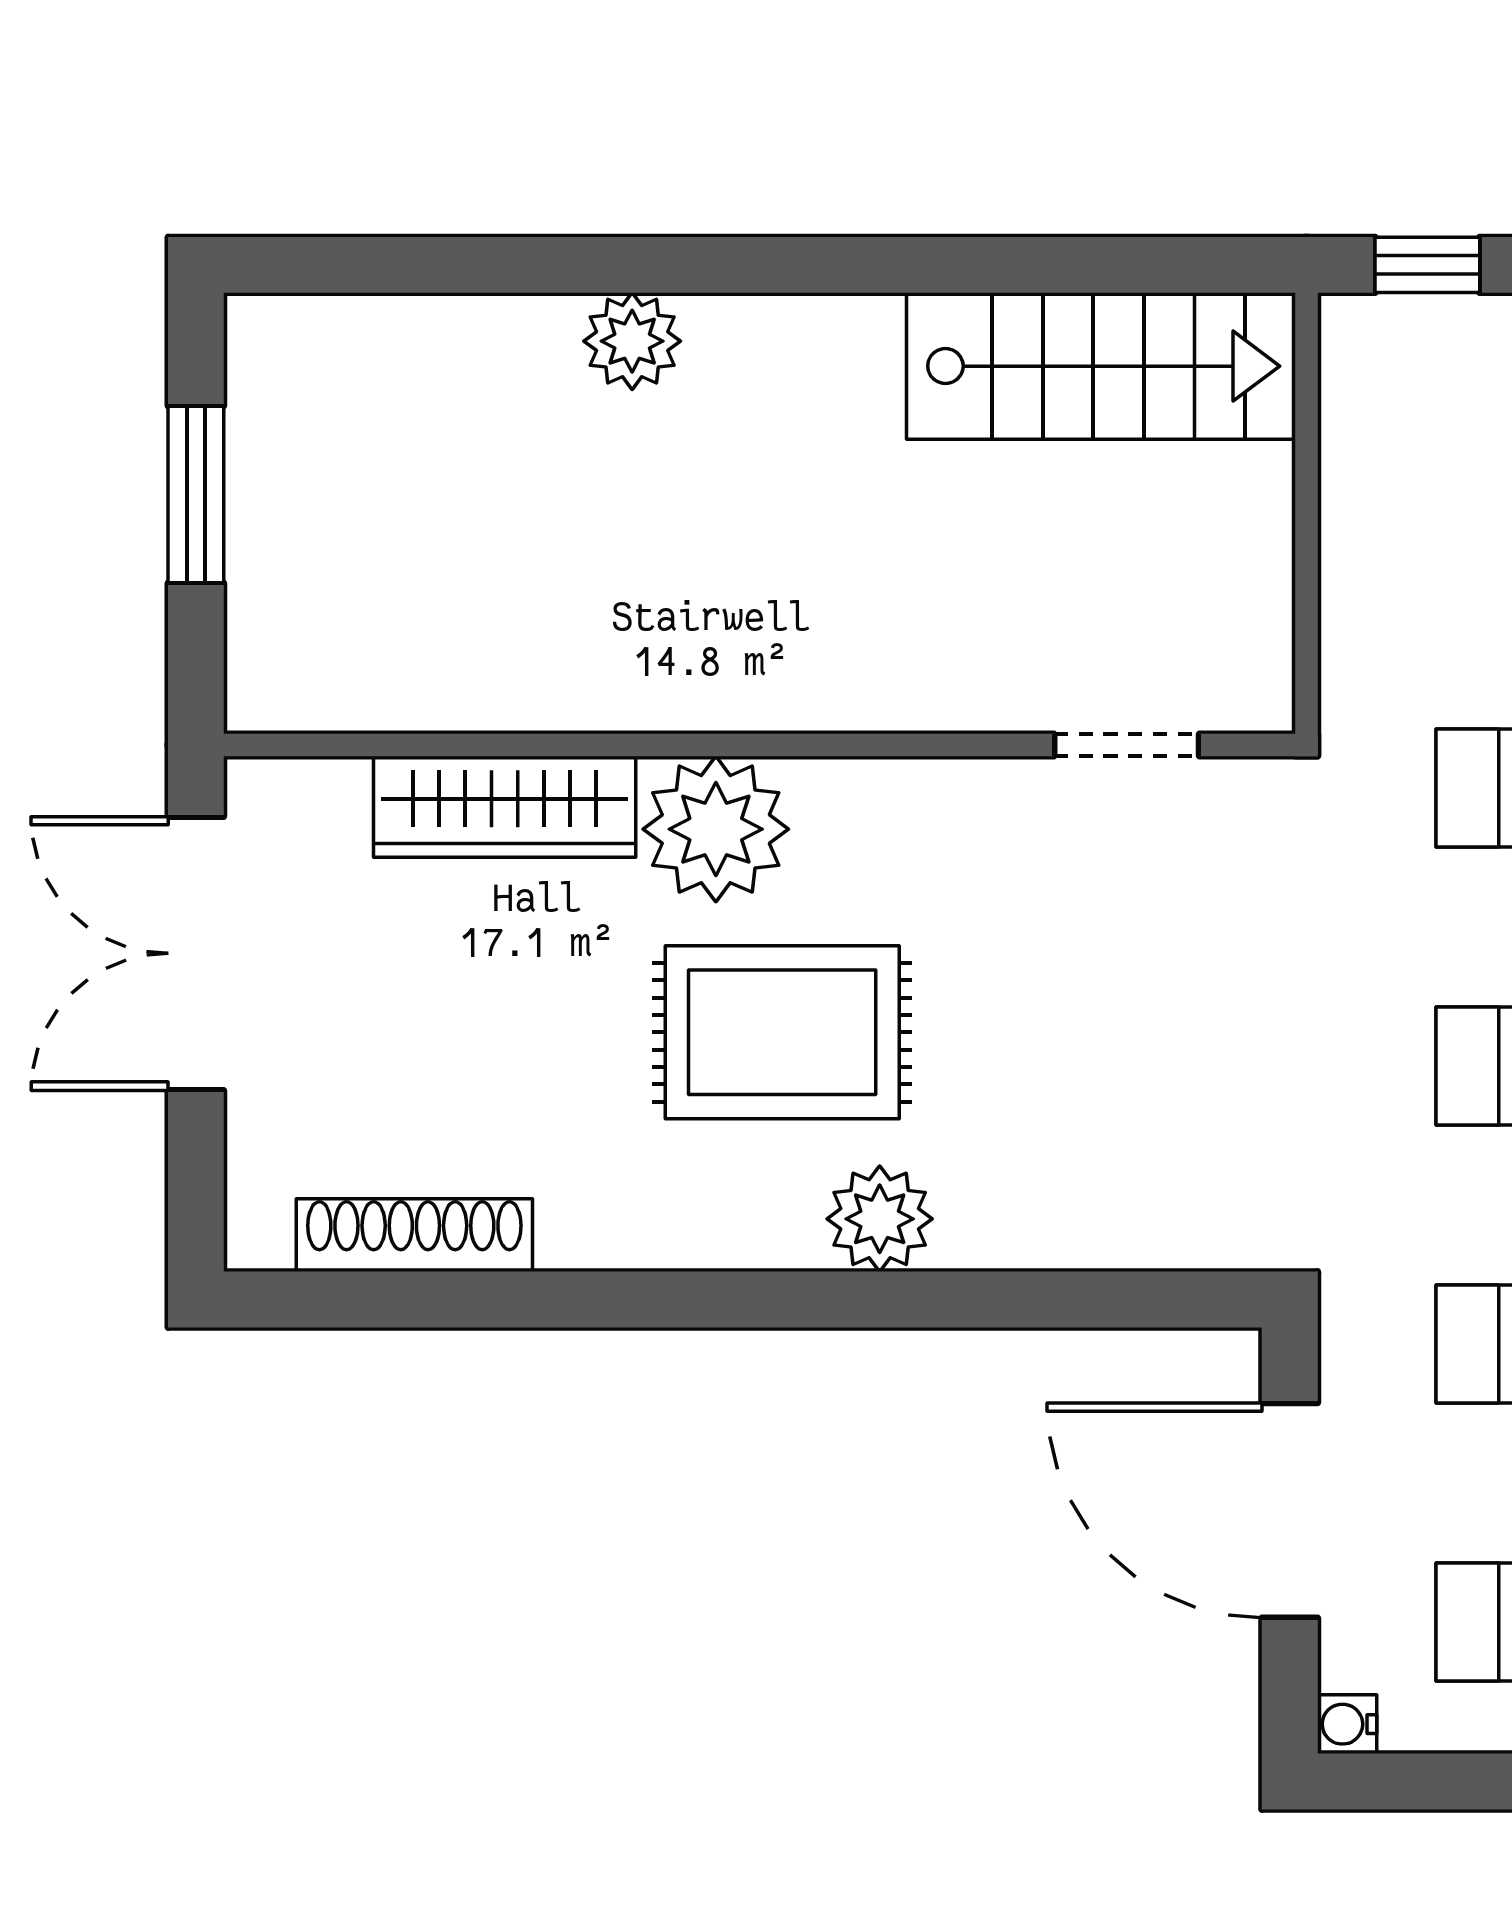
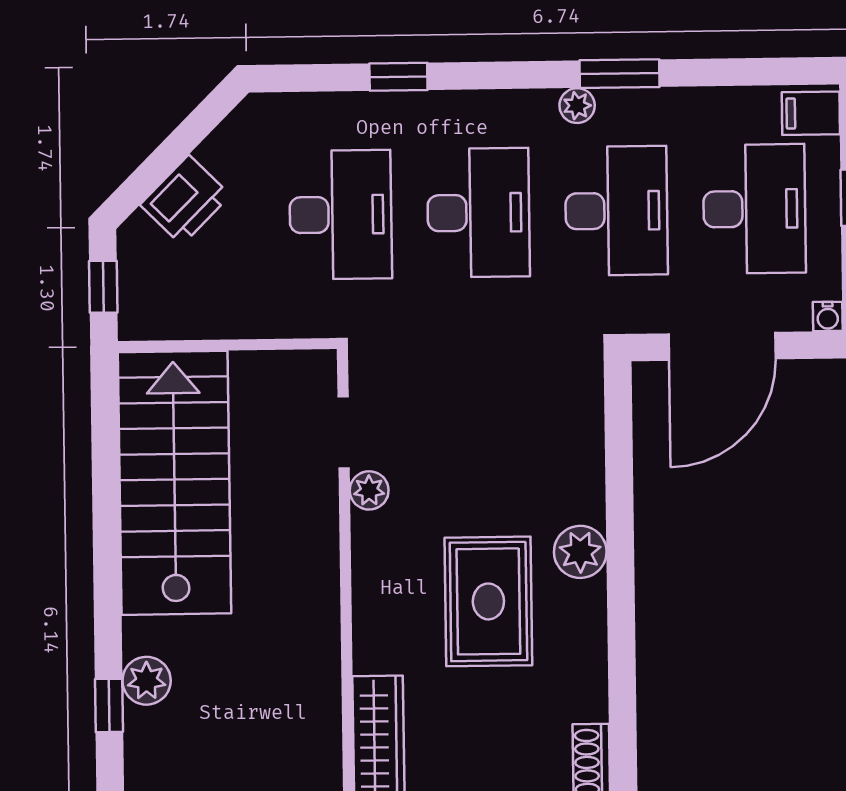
window: (583, 265) -> (109, 705), added
stairs: (1101, 366) -> (175, 483), width x1.36, depth x1.51
plant: (716, 829) -> (369, 490), moved, width x0.53, depth x0.53

